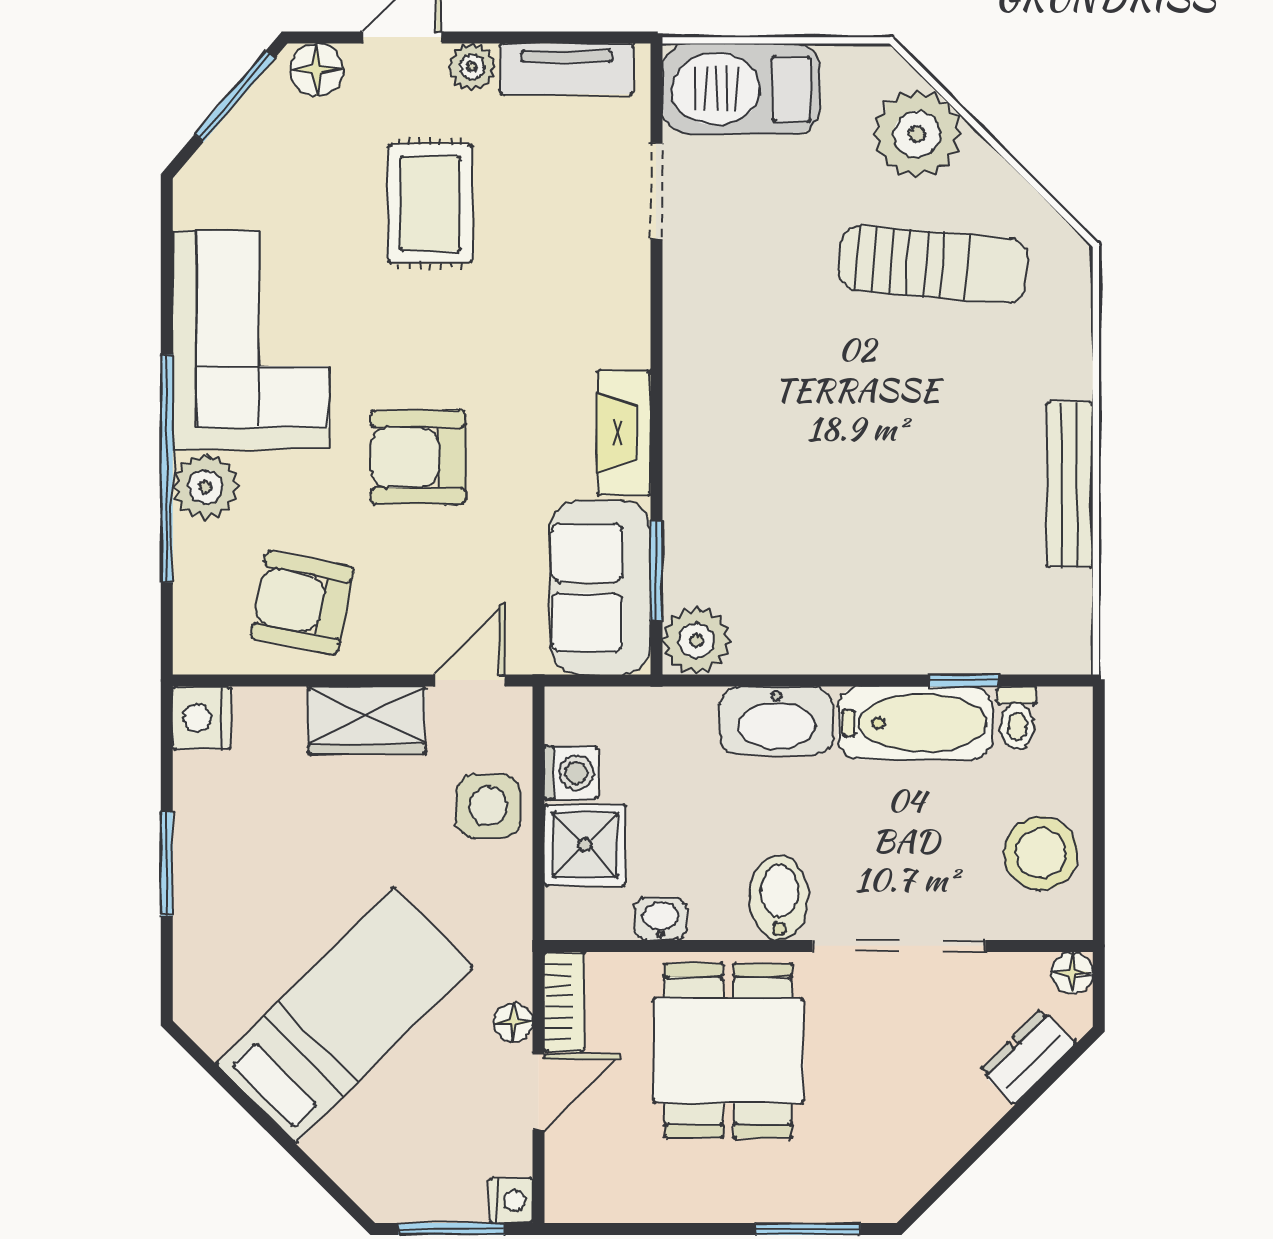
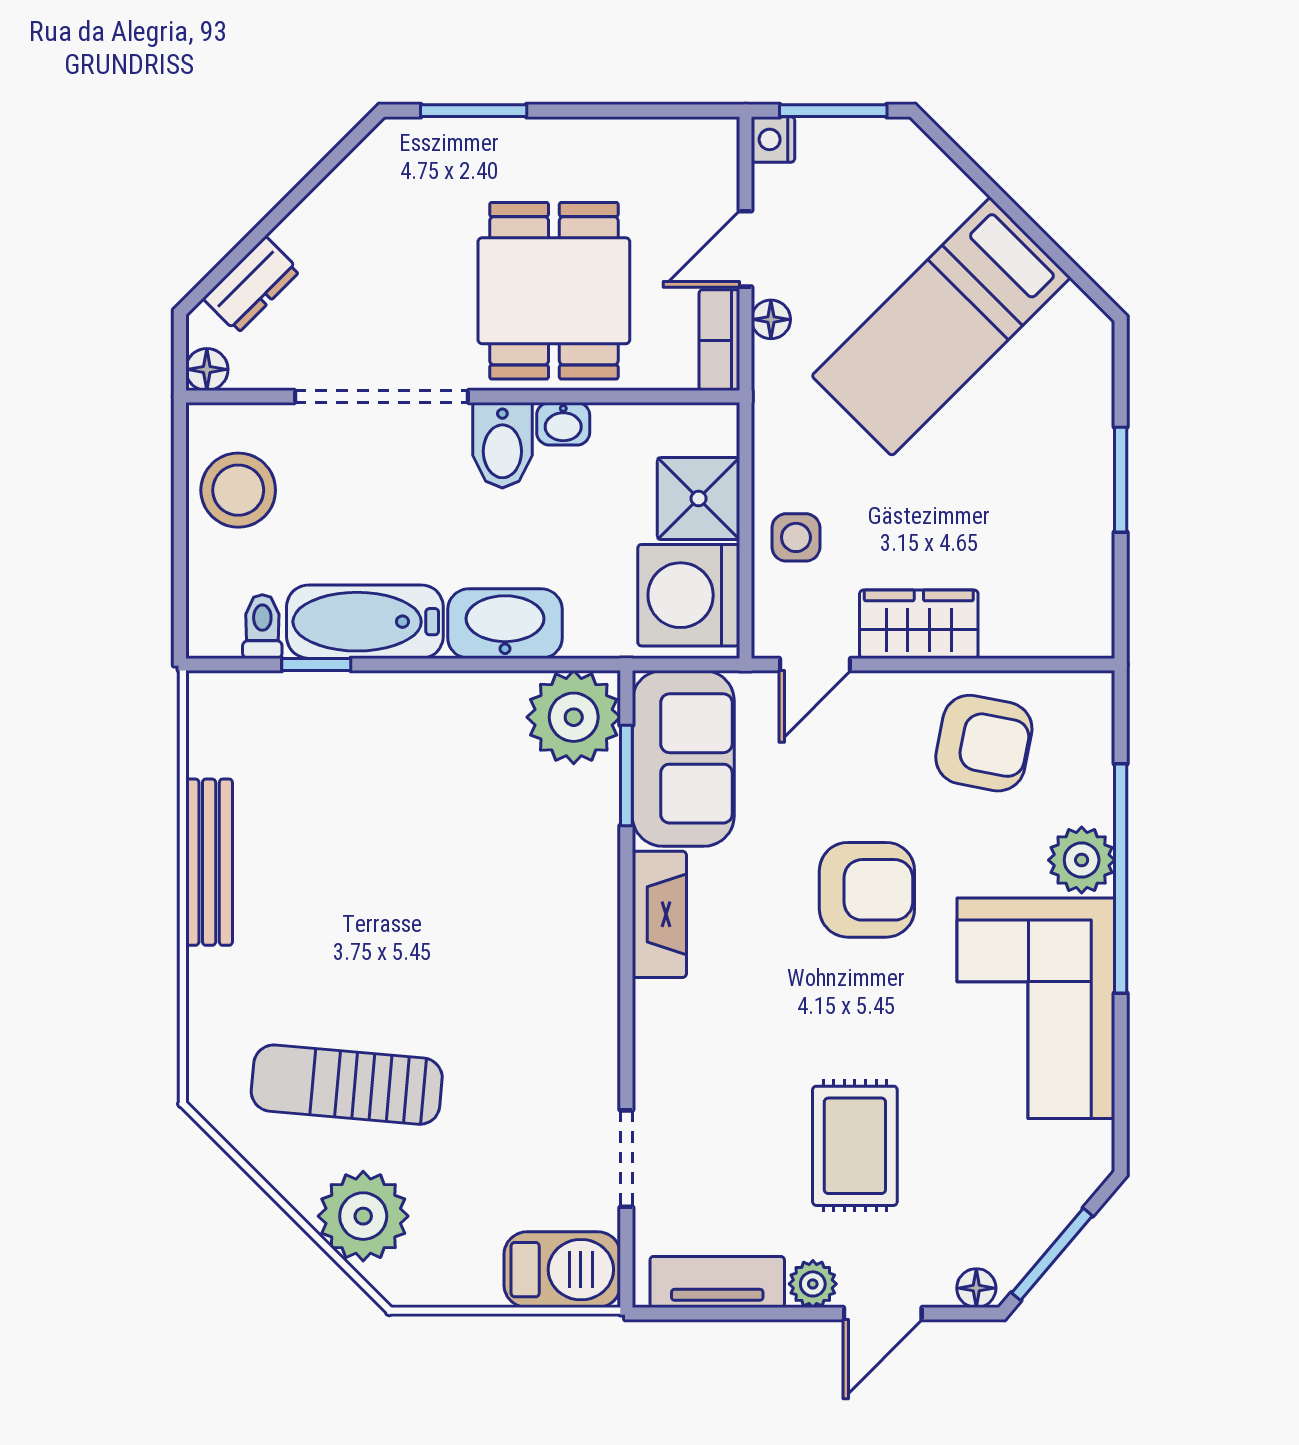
floor lamp: (317, 70) -> (976, 1288), width x0.73, depth x0.73
barbecue: (741, 89) -> (562, 1270), width x0.73, depth x0.83
plant: (696, 641) -> (574, 717), width x1.36, depth x1.36
nightstand: (202, 718) -> (1085, 627), removed
washing machine: (571, 773) -> (689, 595), width x1.89, depth x1.89
side table: (488, 806) -> (796, 537), width x0.73, depth x0.73
washbasin: (660, 919) -> (563, 424), moved

